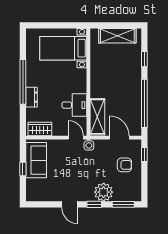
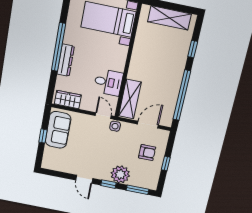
dresser: (31, 97) -> (66, 60), width x1.44
door: (119, 138) -> (148, 125), hinge flipped
window: (144, 155) -> (166, 163), moved

